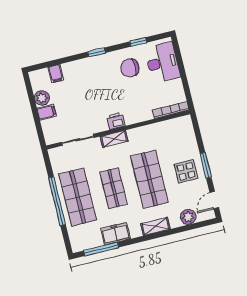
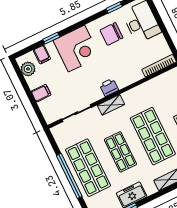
window: (97, 52) -> (51, 38), moved
corner desk: (92, 75) -> (77, 49), added
plant: (42, 98) -> (28, 69), moved

